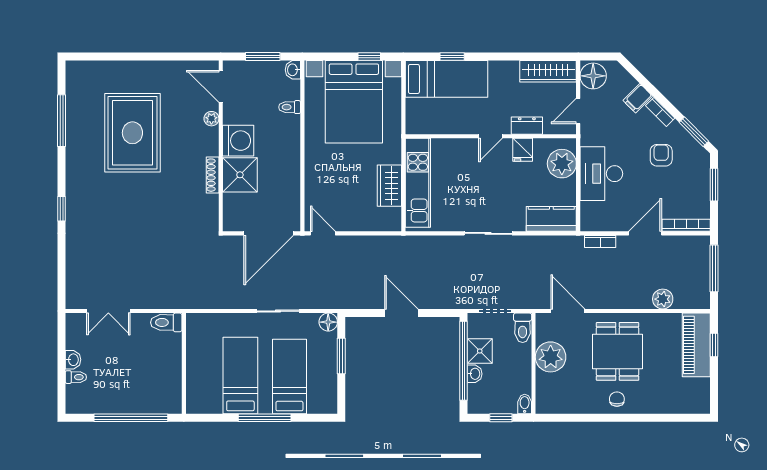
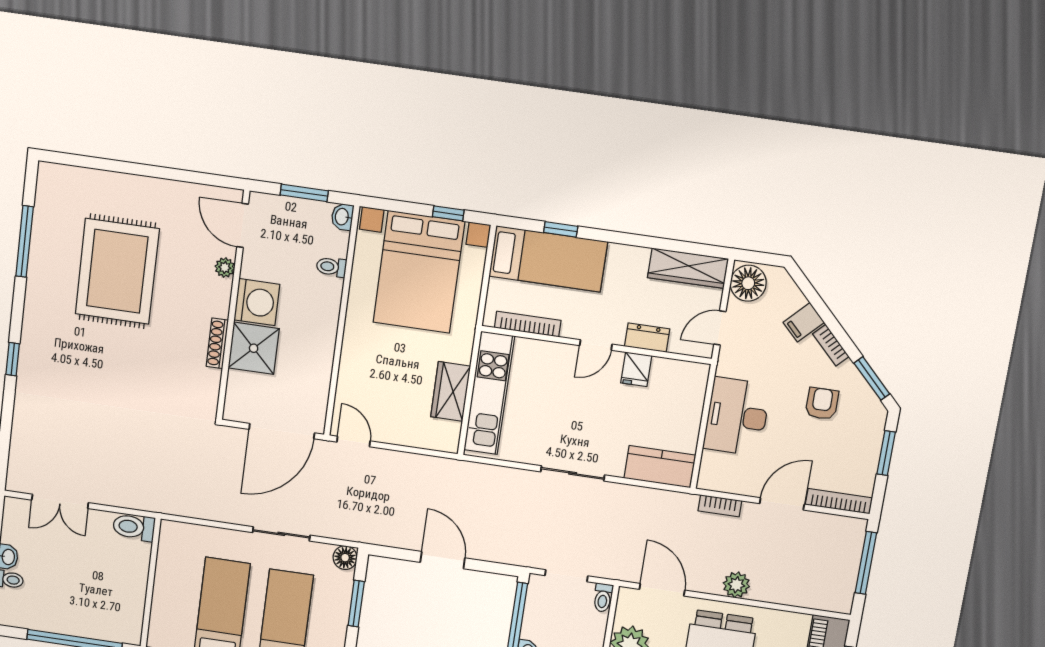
bookcase: (439, 128) -> (528, 324), added
plant: (562, 164) -> (686, 395), removed
plant: (663, 299) -> (736, 585), moved
toilet: (523, 328) -> (603, 598), width x0.73, depth x0.72
shower: (480, 351) -> (538, 624), removed

